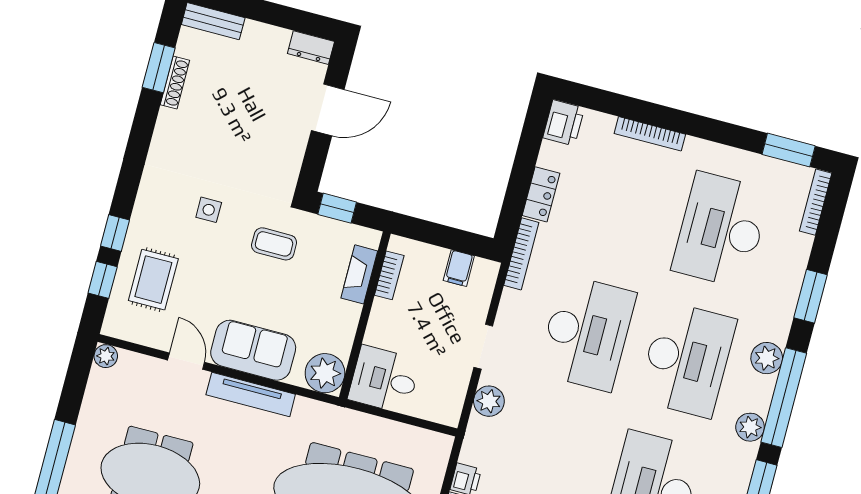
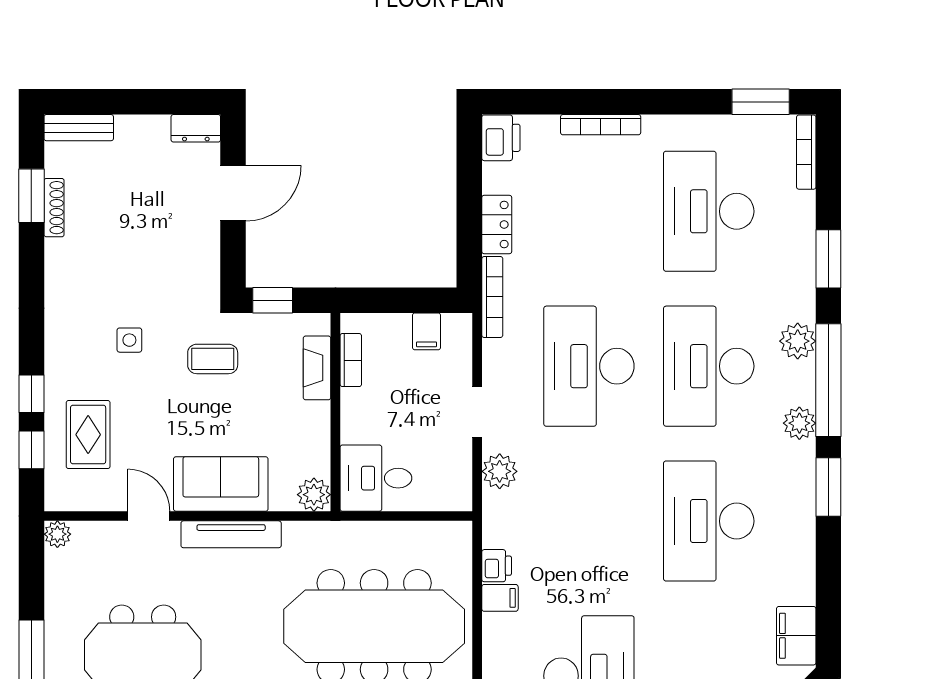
desk: (587, 333) -> (589, 366), turned 180
desk: (687, 359) -> (709, 366), turned 180
plant: (325, 373) -> (314, 495), width x0.73, depth x0.73

